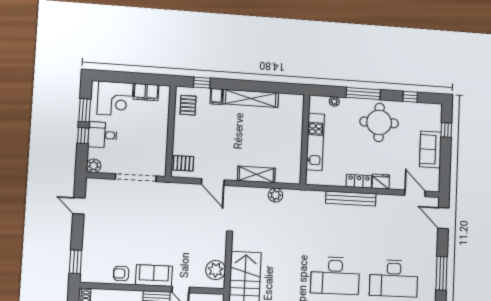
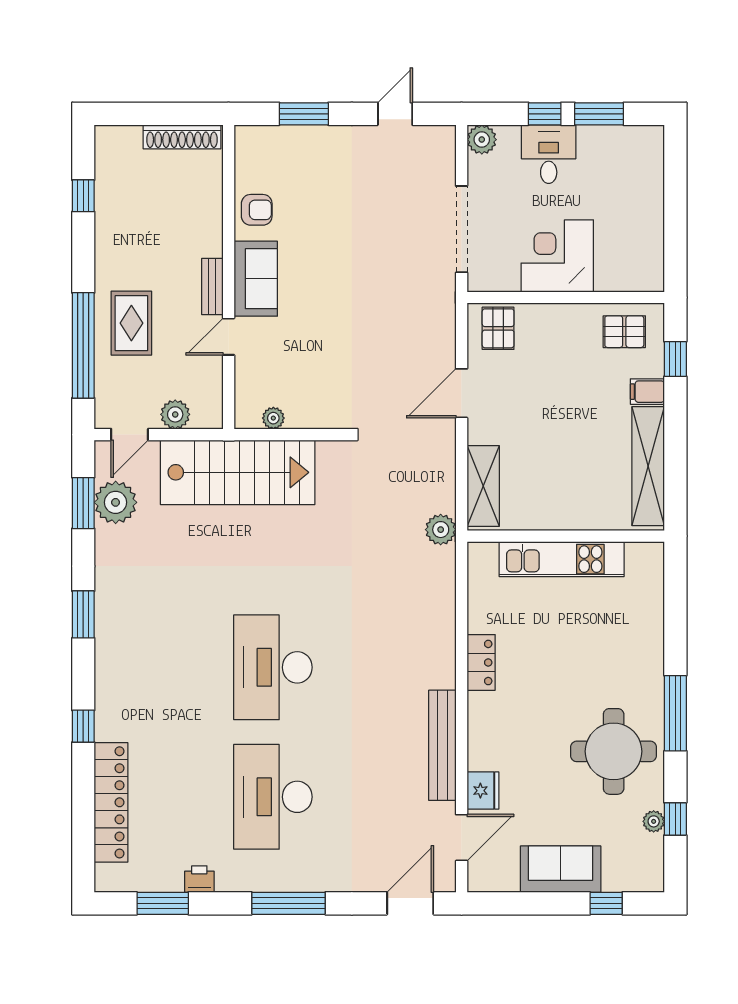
filing cabinet: (146, 92) -> (647, 241), removed
corner desk: (115, 99) -> (557, 256), moved, turned 90
plant: (334, 101) -> (654, 821), moved
wall: (305, 139) -> (566, 536), moved
kitchen unit: (315, 142) -> (562, 559), moved
locker: (359, 181) -> (481, 662), moved
fridge: (381, 182) -> (483, 791), moved
bench: (351, 198) -> (442, 745), moved
window: (75, 262) -> (304, 114), moved
plant: (216, 270) -> (273, 418), width x0.53, depth x0.53
armchair: (121, 274) -> (257, 210), turned 90

